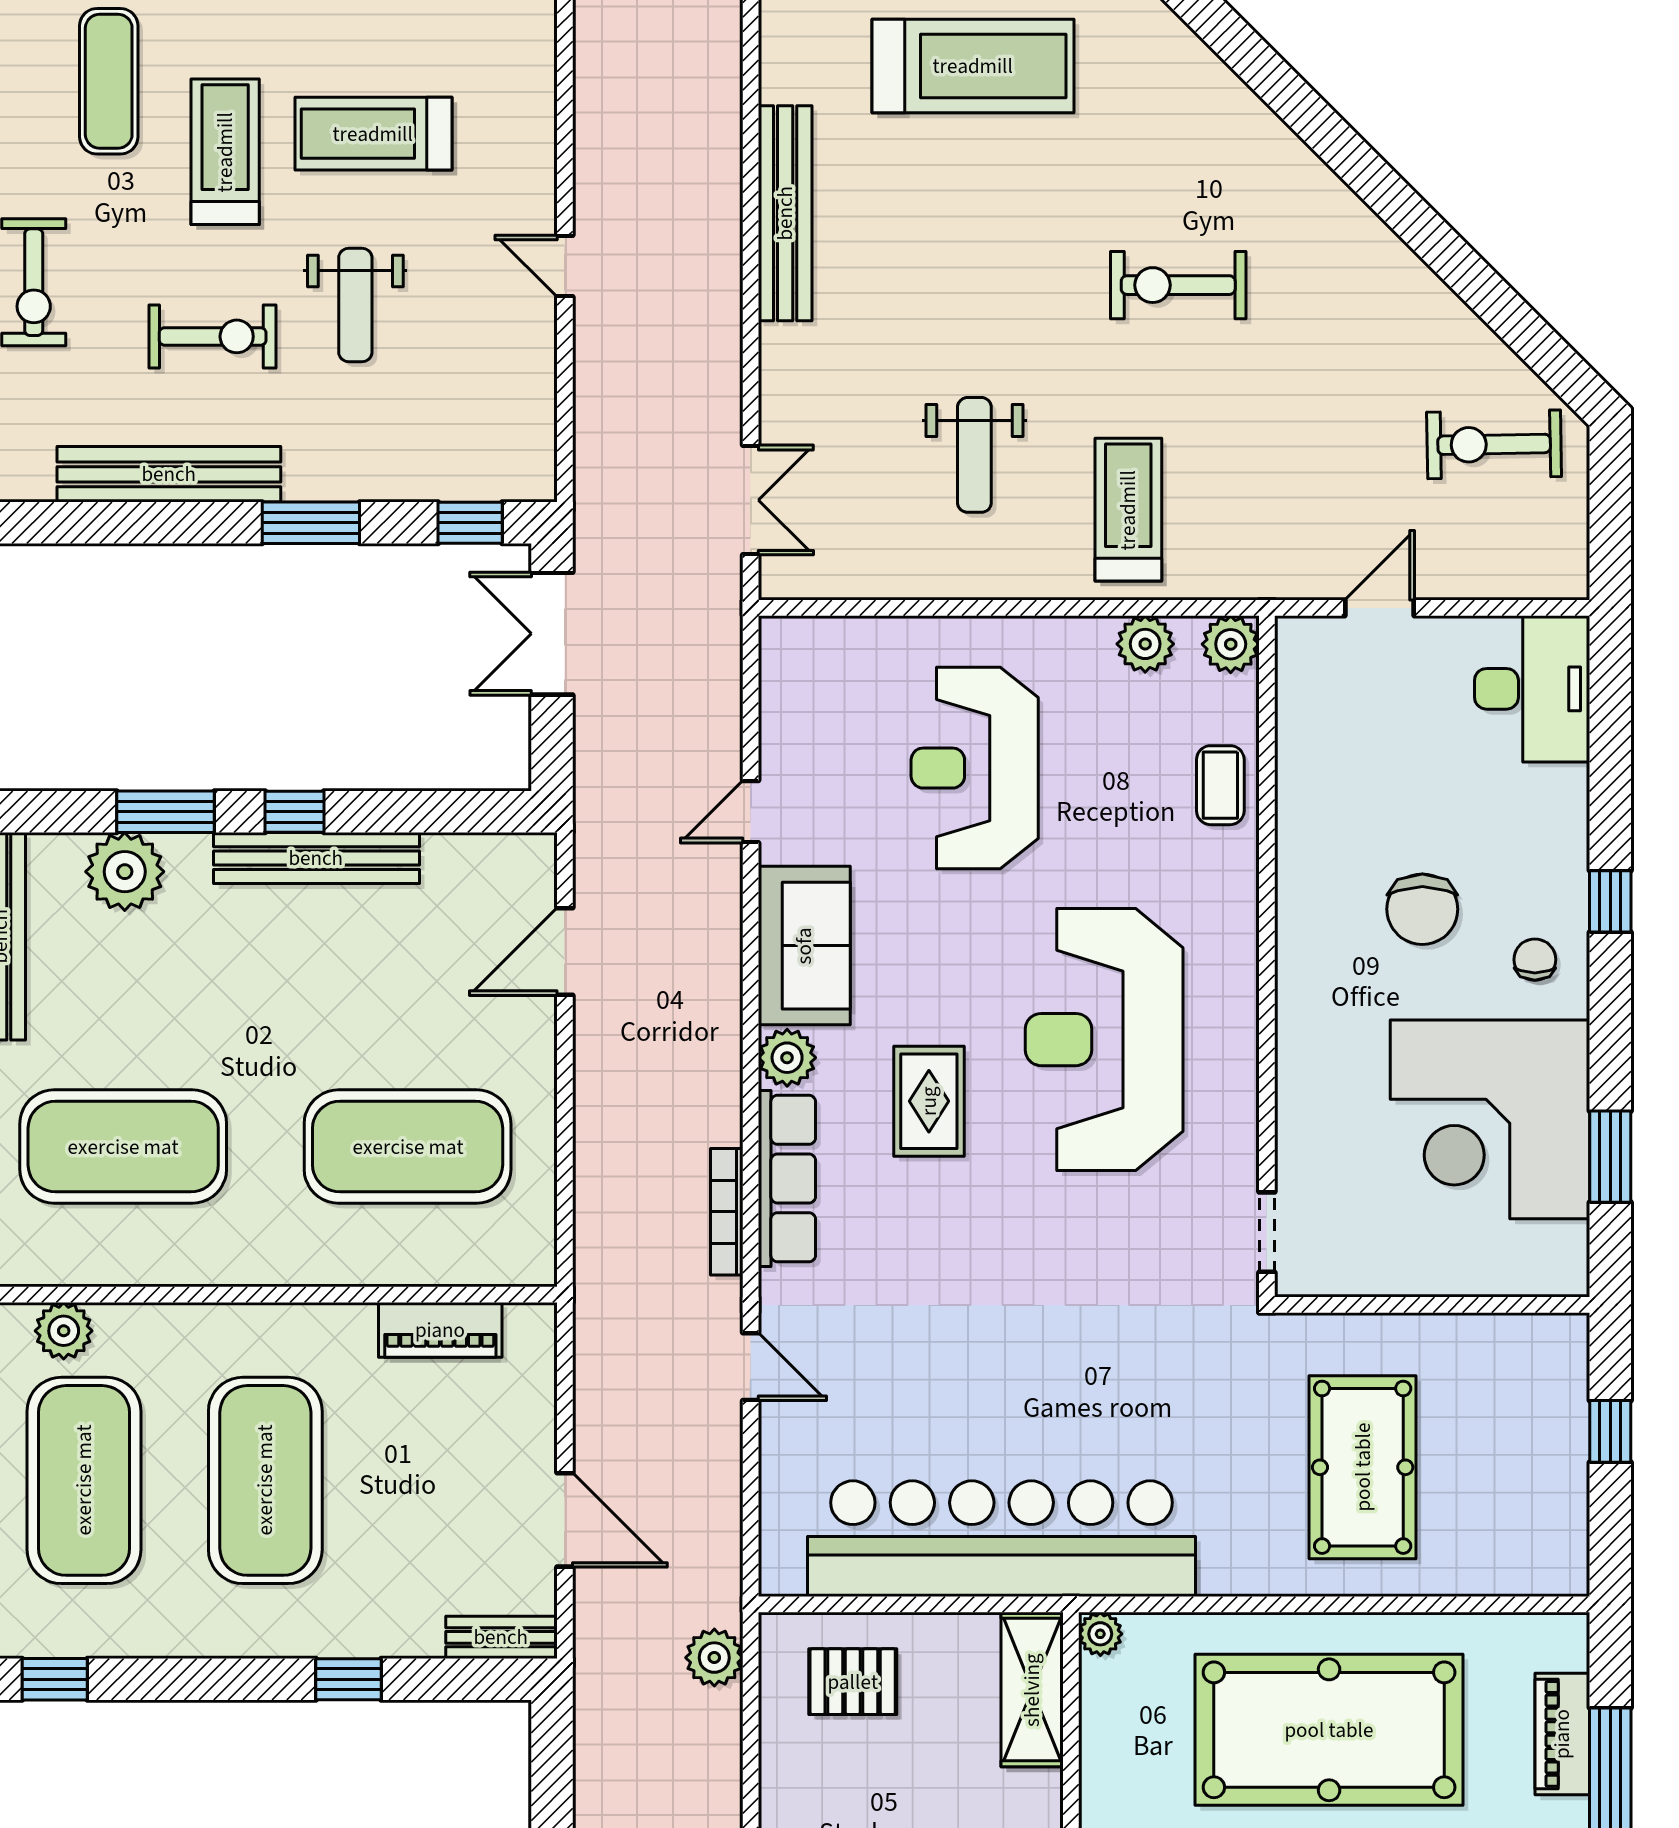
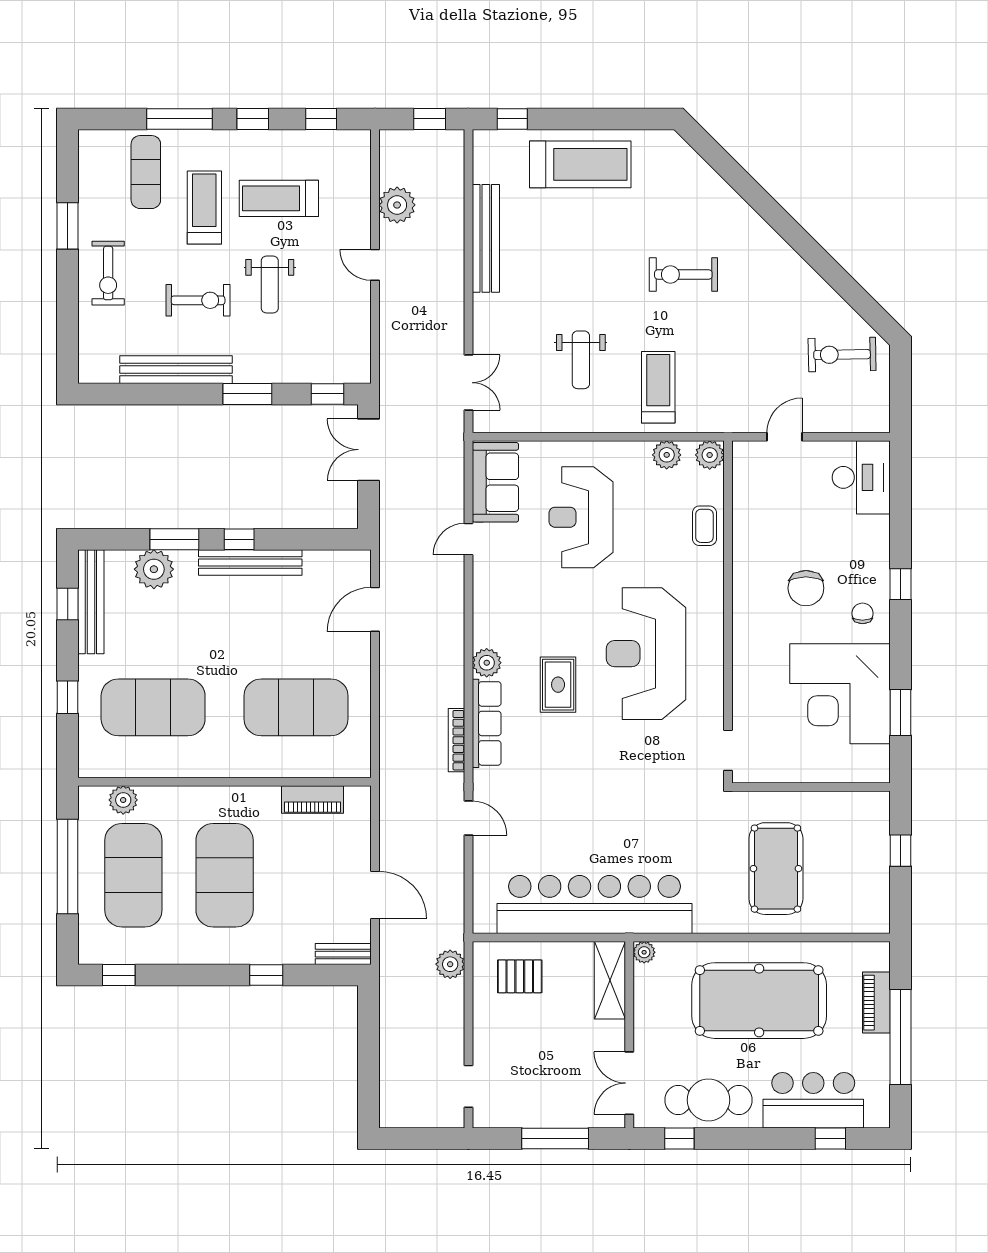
plant: (609, 147) -> (397, 205), added
sofa: (804, 946) -> (495, 482), moved

